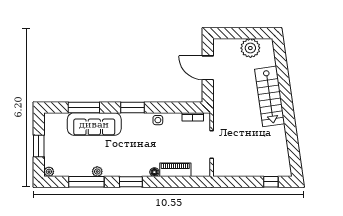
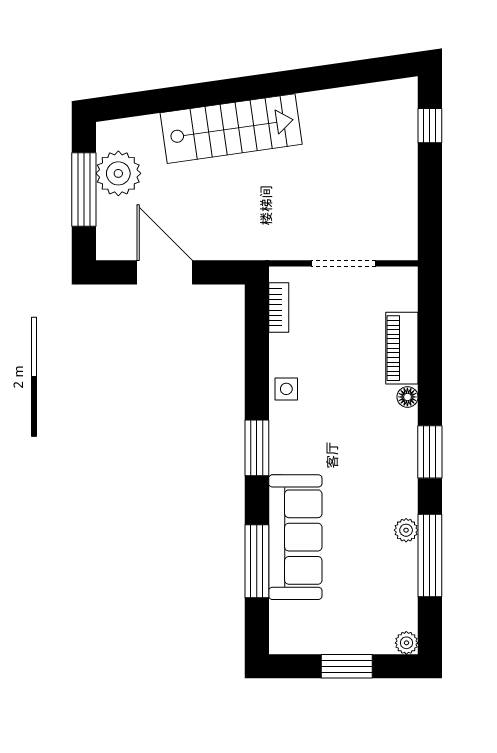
window: (243, 33) -> (84, 190), added
door: (208, 68) -> (165, 272), swing flipped

